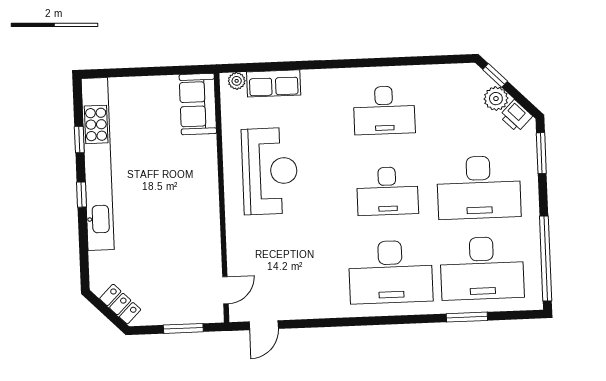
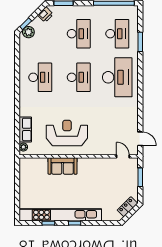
plant: (496, 99) -> (28, 32), moved
sofa: (198, 104) -> (63, 166), moved
desk: (479, 187) -> (79, 34), width x0.73, depth x0.77
desk: (482, 268) -> (117, 34), width x0.73, depth x0.77

